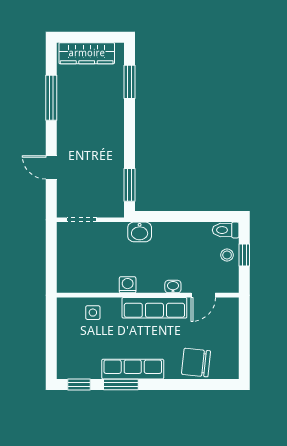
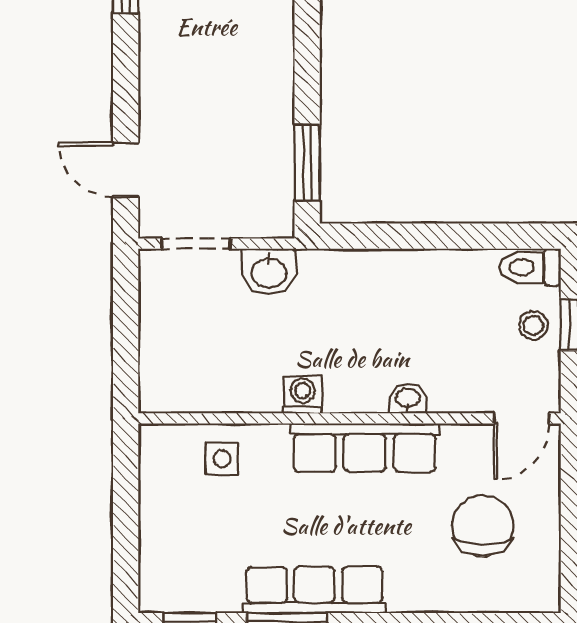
door: (51, 167) -> (126, 170), moved
washbasin: (140, 232) -> (269, 272), moved
door: (203, 295) -> (522, 418), moved
chair: (196, 363) -> (483, 526), moved, turned 84

